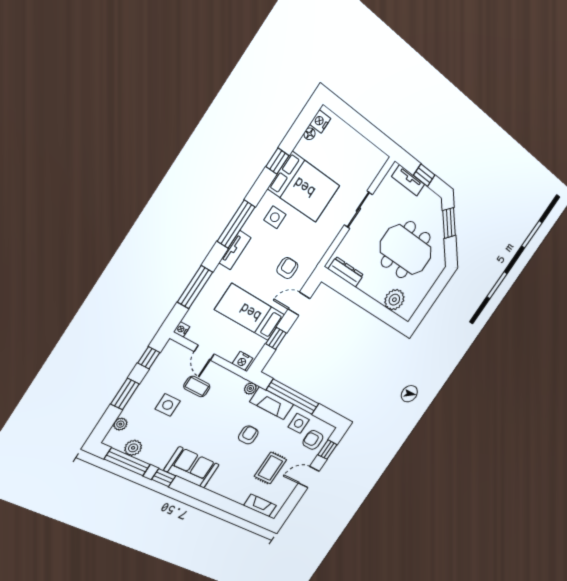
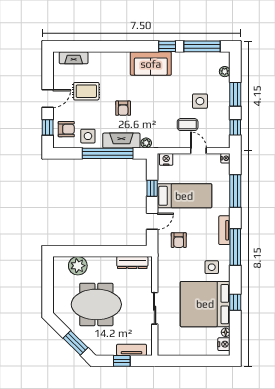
bed: (304, 187) -> (205, 304), width x1.36
plant: (133, 448) -> (204, 59), removed
rug: (270, 468) -> (86, 91), turned 90

